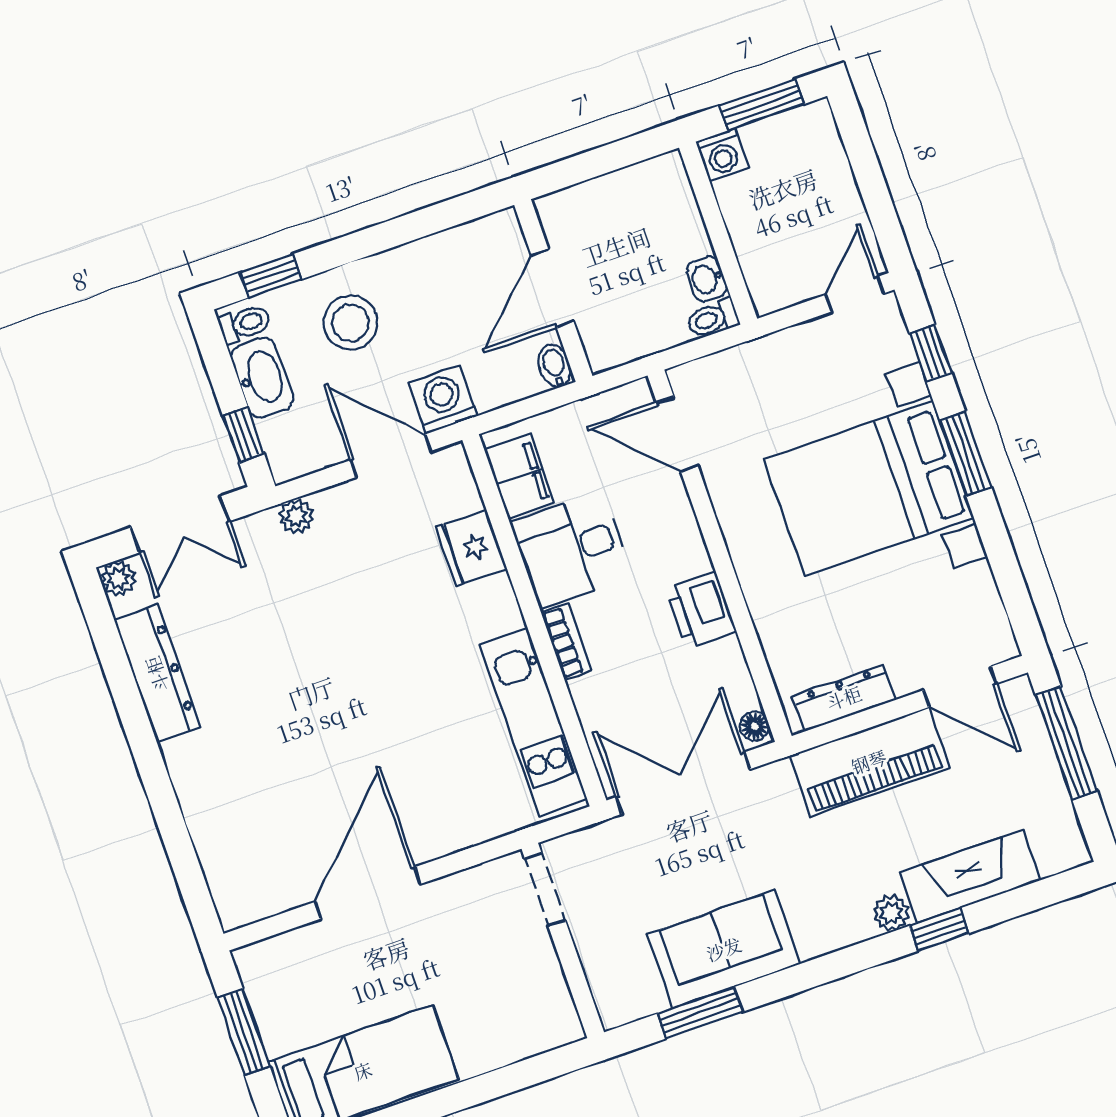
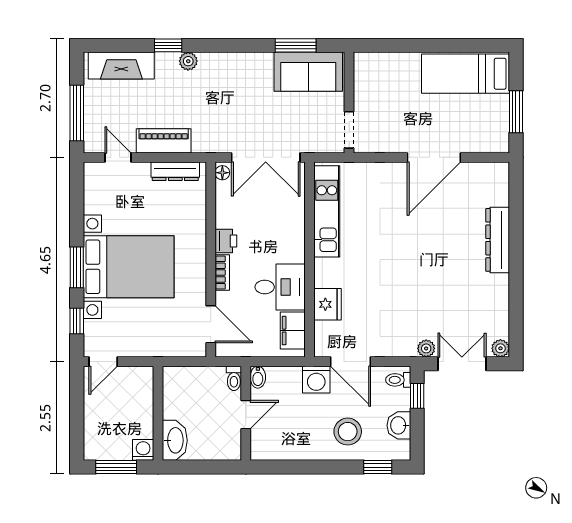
washbasin: (707, 279) -> (175, 440), moved, width x1.91, depth x1.45
door: (552, 288) -> (246, 415), width x0.73
toilet: (713, 318) -> (234, 378), moved, turned 90
toilet: (245, 324) -> (398, 380), moved
washbasin: (262, 378) -> (399, 425), width x0.72
plant: (296, 516) -> (426, 348), moved
printer: (701, 610) -> (226, 241), width x0.73, depth x0.81
bookcase: (566, 642) -> (222, 273), moved, turned 180
dresser: (157, 674) -> (498, 240), moved
door: (960, 687) -> (118, 157), width x0.73
piano: (869, 762) -> (164, 141), width x0.73, depth x0.75
fireplace: (971, 876) -> (121, 66), moved
sofa: (724, 949) -> (308, 72), moved

